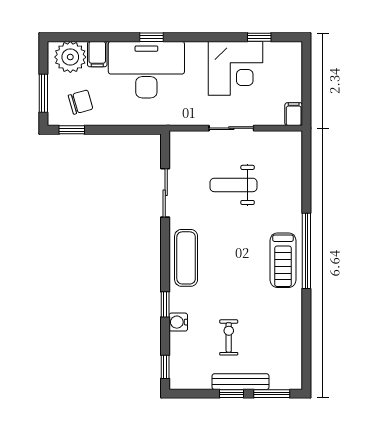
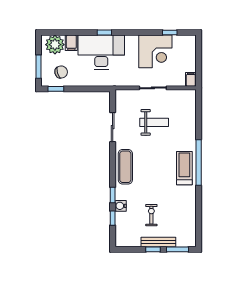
weight bench: (233, 185) -> (154, 122), turned 180
treadmill: (283, 260) -> (184, 168), turned 180
window: (165, 367) -> (113, 218), moved

